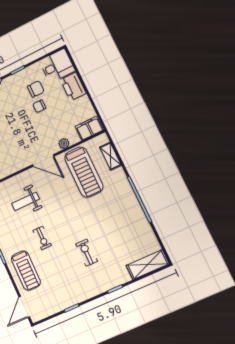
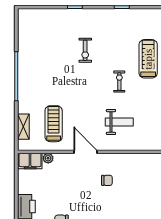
chair: (39, 106) -> (107, 180), moved
plant: (64, 143) -> (48, 158), moved
treadmill: (84, 172) -> (54, 124), width x0.73, depth x0.73
shelving: (148, 265) -> (36, 16), removed

